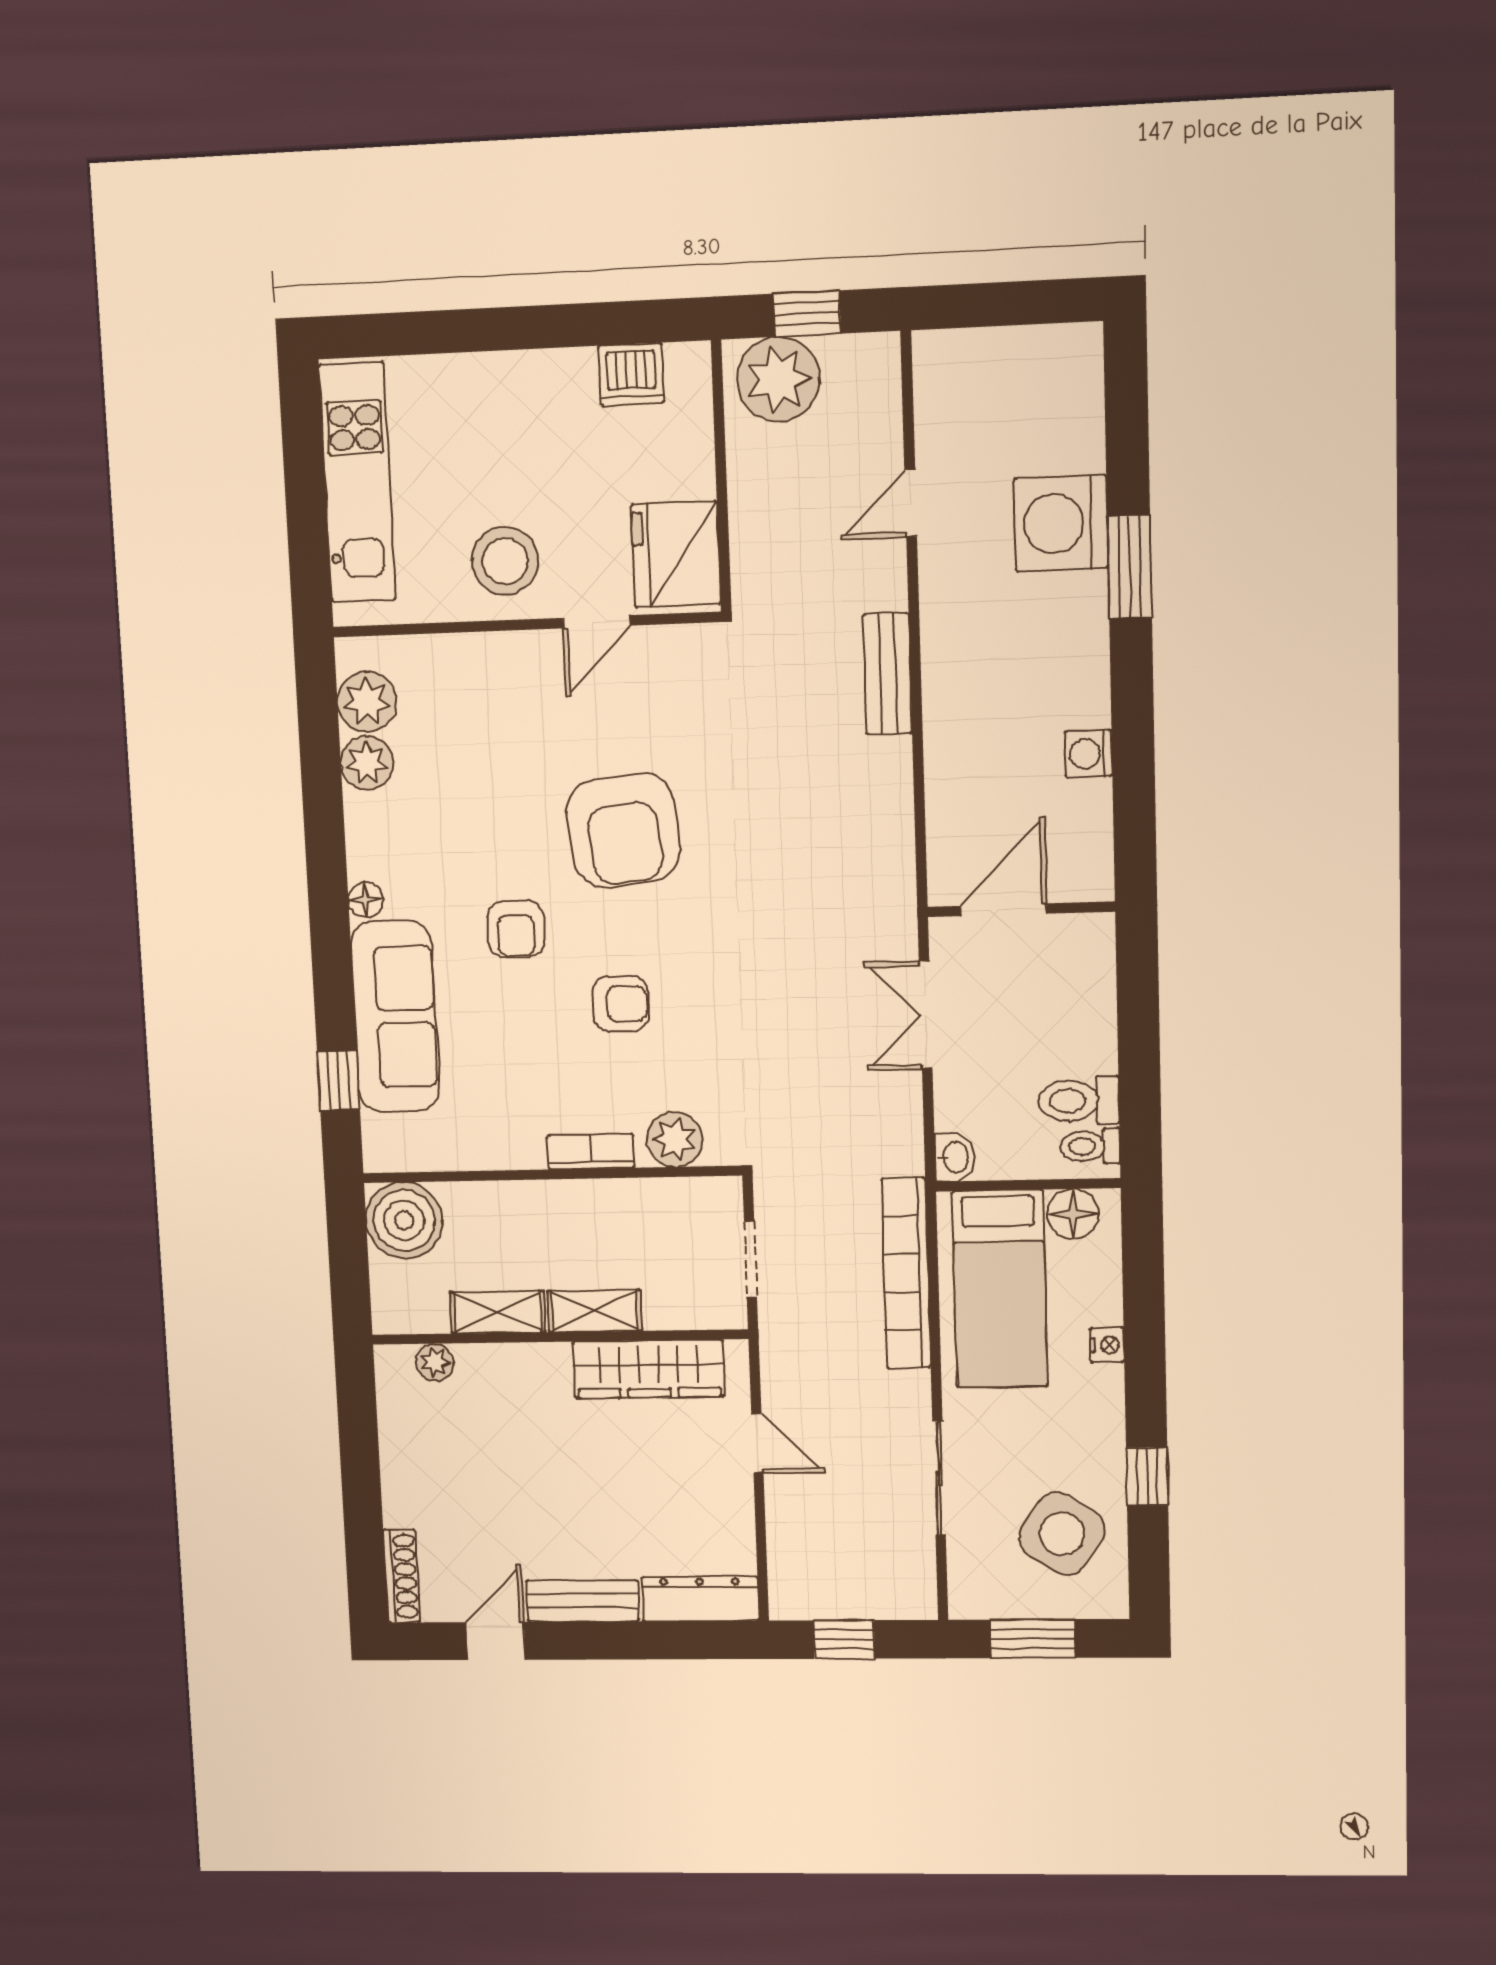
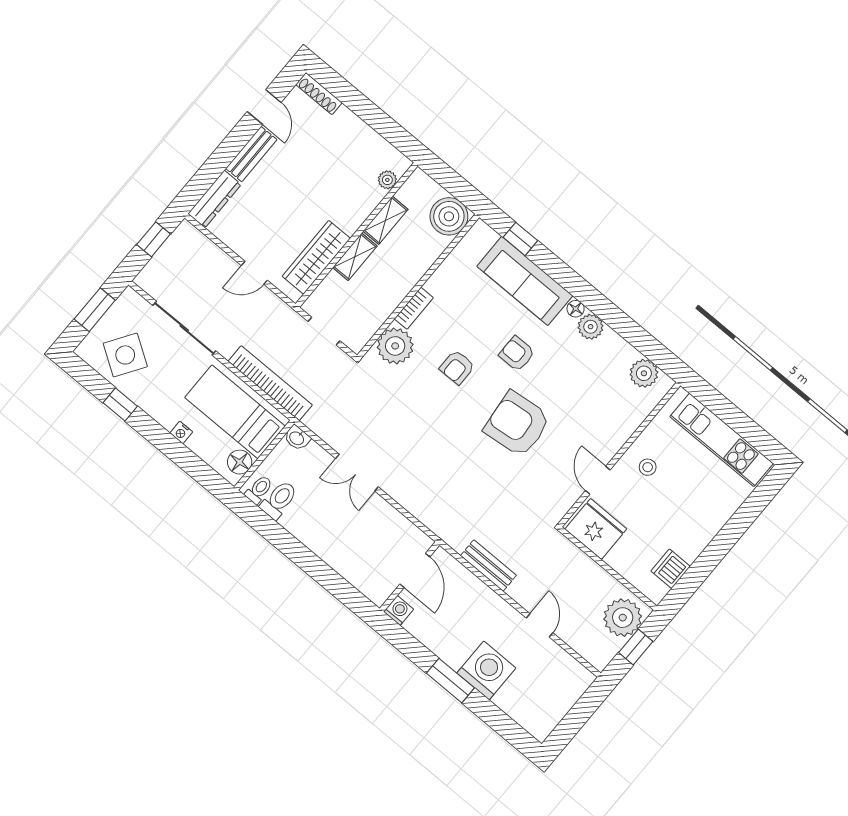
stool: (505, 561) -> (648, 467), width x0.53, depth x0.53
plant: (367, 763) -> (591, 327), moved
wall: (1021, 909) -> (410, 577), moved
door: (1004, 910) -> (415, 570), moved
double door: (926, 1015) -> (357, 473), swing flipped
plant: (675, 1139) -> (395, 346), width x1.36, depth x1.36
sliding door: (939, 1478) -> (184, 328), width x1.37

